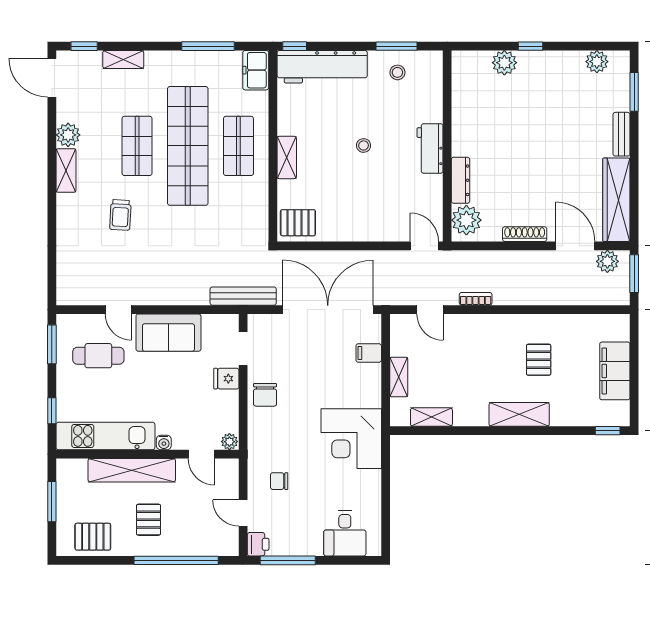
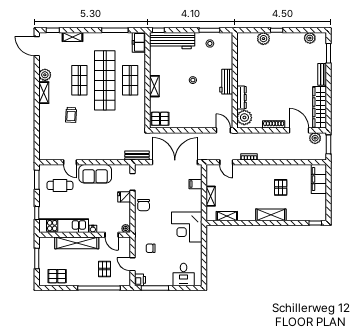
bench: (243, 296) -> (137, 156), width x0.73
filing cabinet: (615, 371) -> (319, 179), moved
pallet: (148, 520) -> (105, 269), moved

